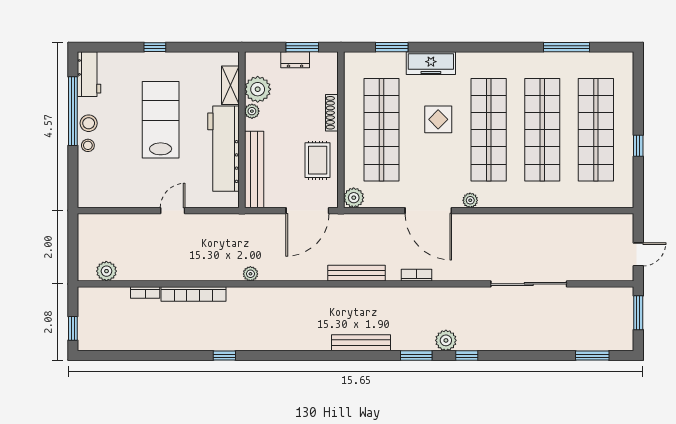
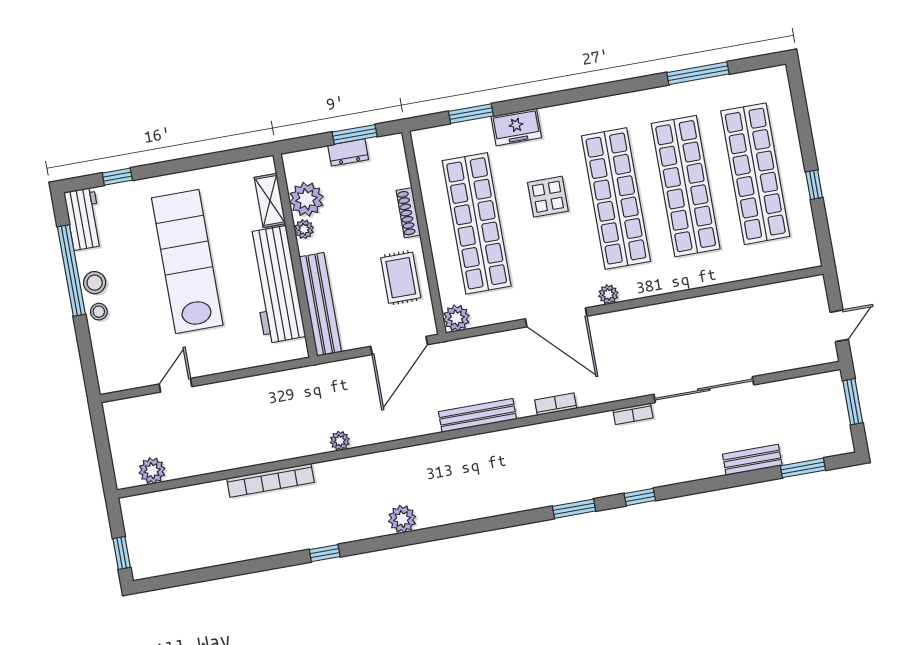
window: (155, 47) -> (117, 177), moved
freezer: (431, 63) -> (516, 127), width x0.71
lab bench: (161, 120) -> (187, 261), width x1.36
door: (173, 211) -> (175, 385), moved
bookcase: (145, 292) -> (633, 414), moved
plant: (446, 340) -> (402, 519), moved
bench: (361, 343) -> (752, 460), moved, width x0.73

